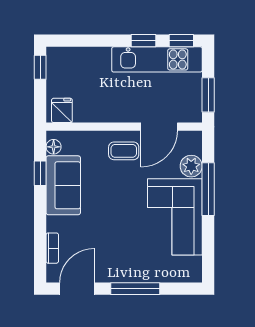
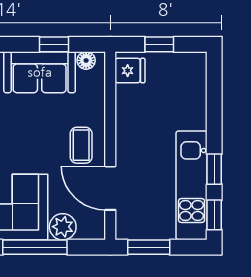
window: (40, 67) -> (159, 44), moved

